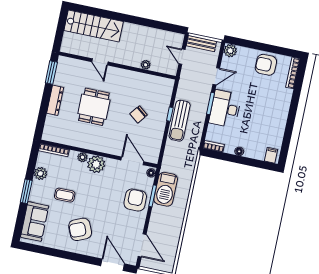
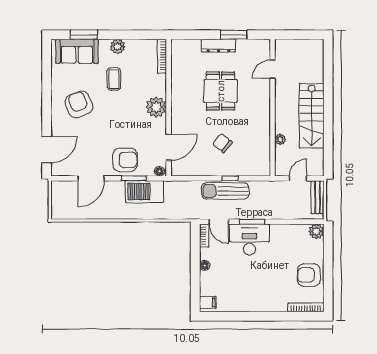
stairs: (94, 26) -> (312, 116), moved
door: (100, 62) -> (273, 69), moved
armchair: (266, 65) -> (309, 275), turned -90
window: (51, 73) -> (234, 35), moved
door: (216, 76) -> (219, 222), moved
dining table: (94, 107) -> (221, 91), turned 90
plant: (82, 157) -> (161, 90), removed
plant: (40, 174) -> (118, 46), moved
window: (26, 191) -> (84, 35), moved
door: (142, 245) -> (91, 178), moved

